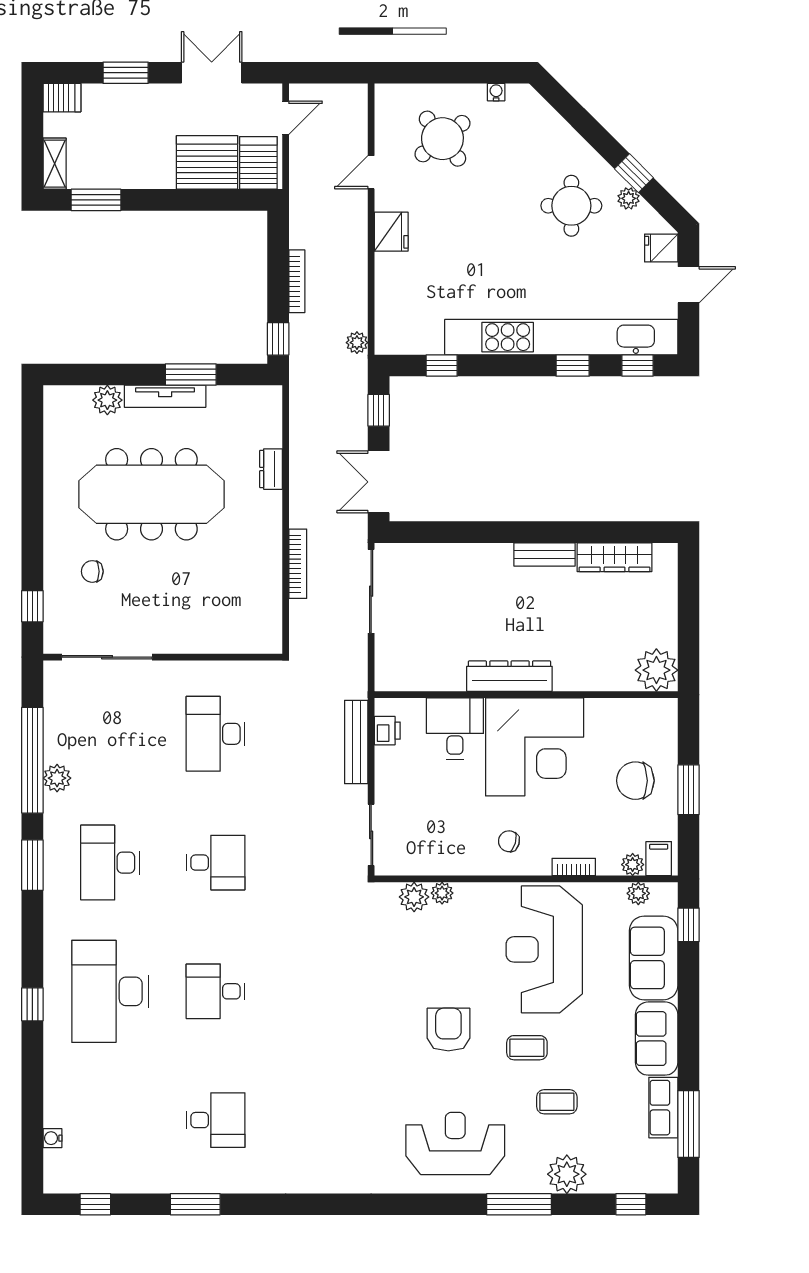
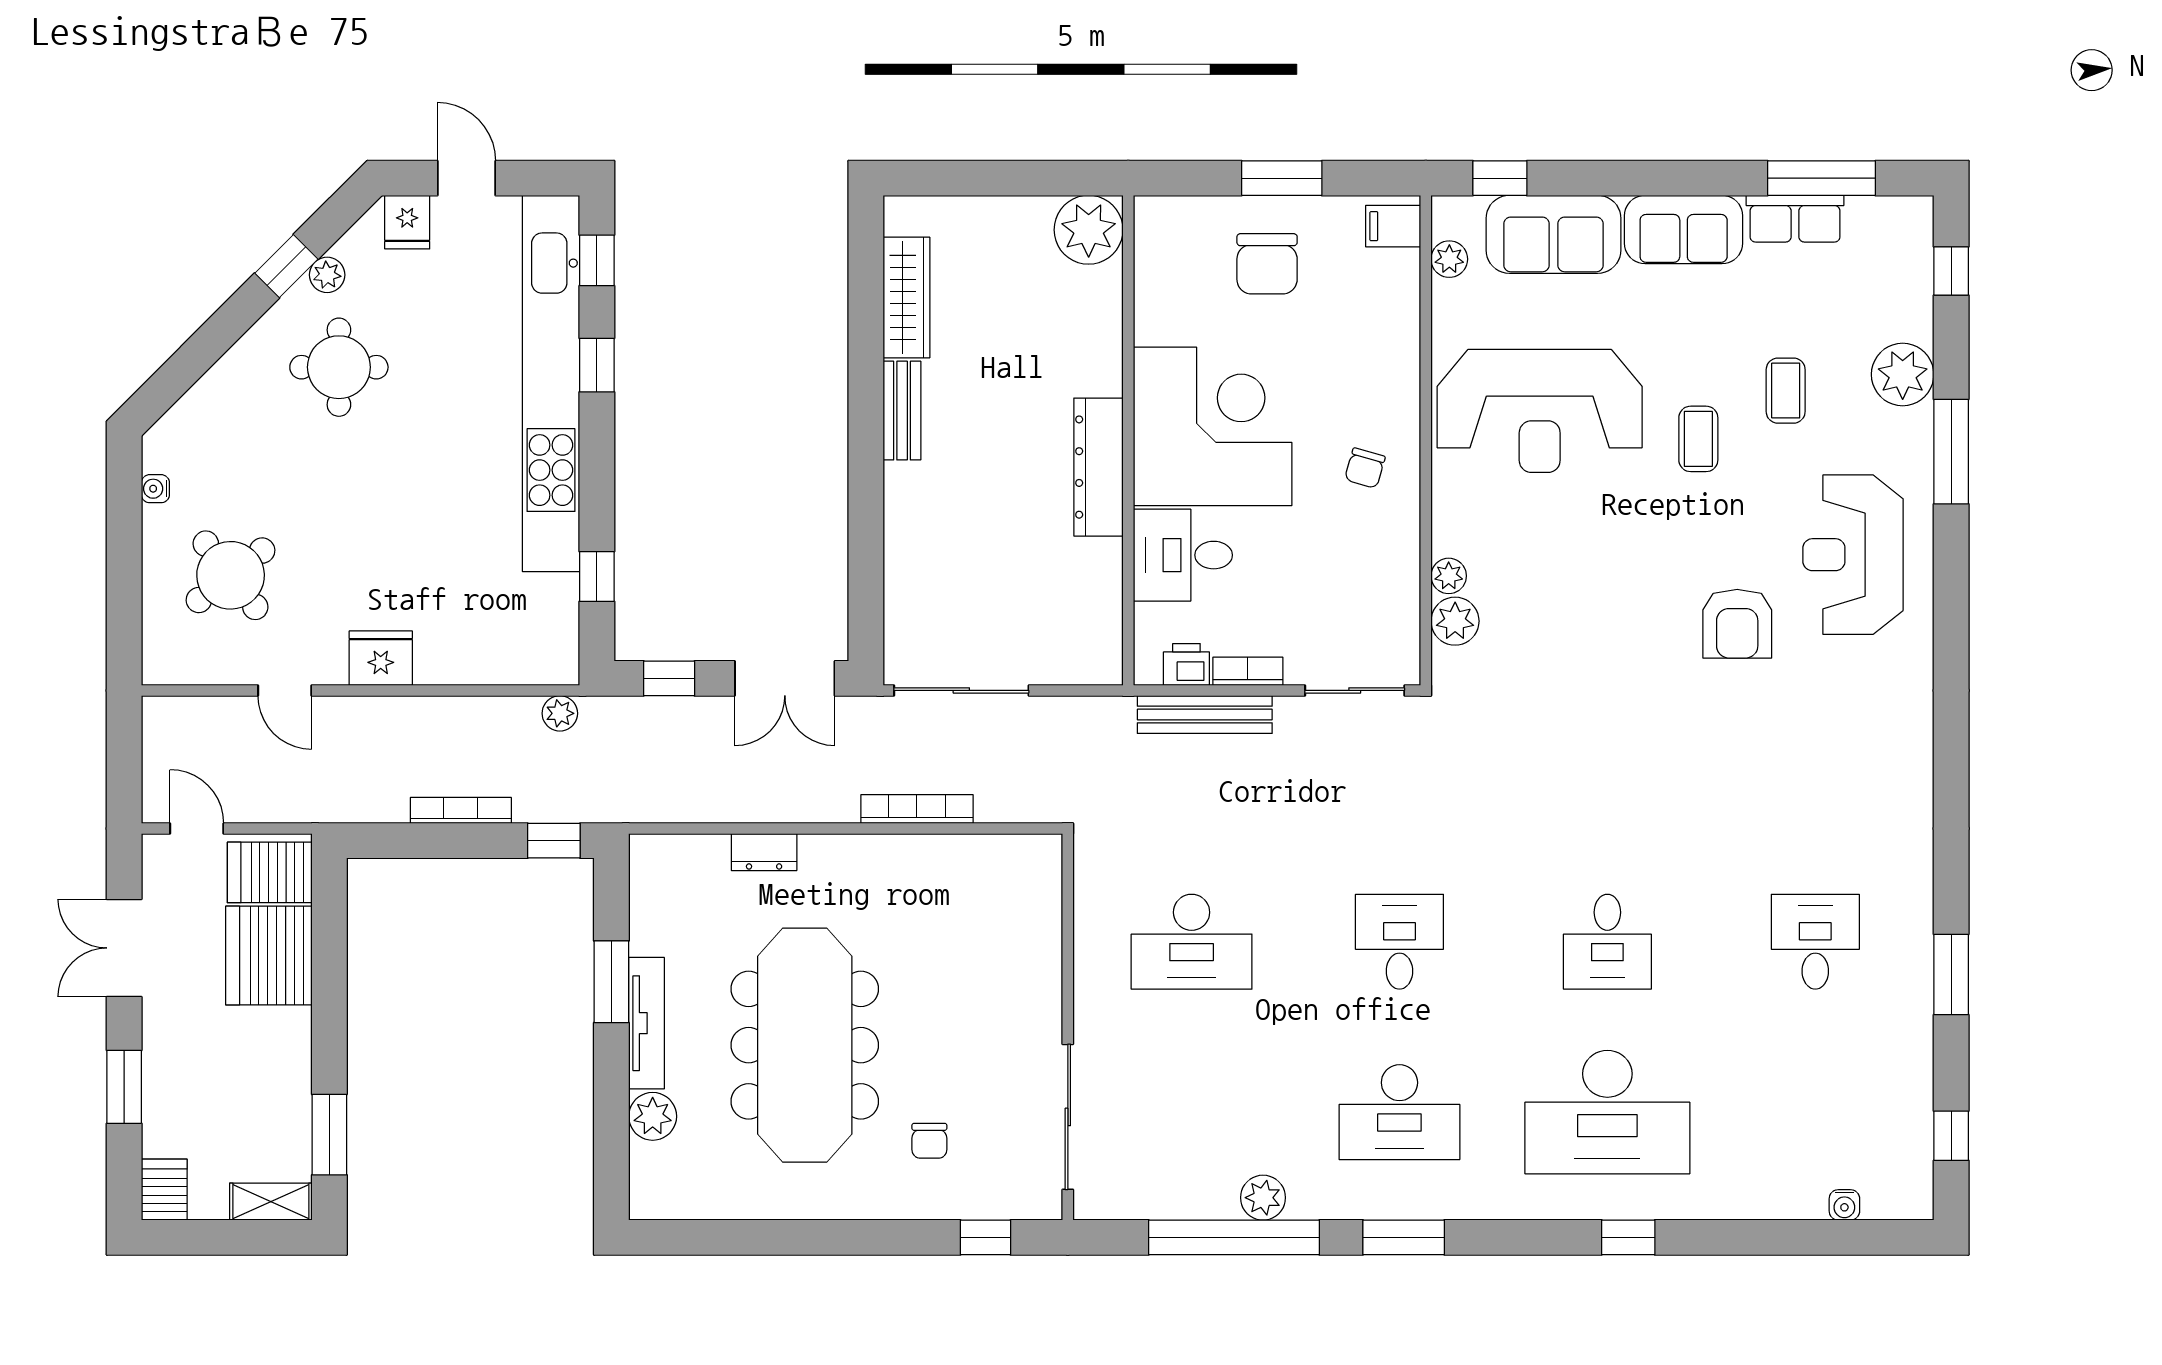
plant: (633, 865) -> (1403, 268), removed
bookcase: (574, 867) -> (1248, 671), moved, turned 90
armchair: (448, 1030) -> (1737, 624), moved, turned -90

